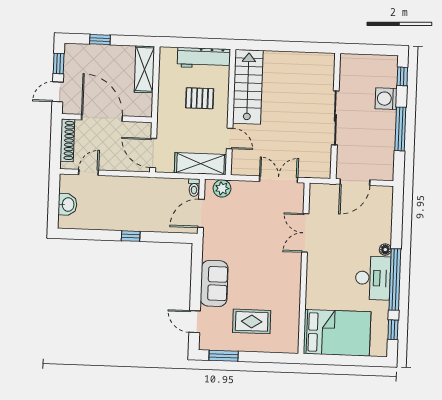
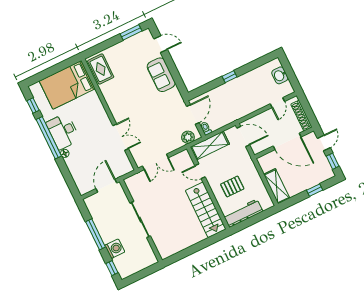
rug: (252, 321) -> (101, 69), moved, turned 90

